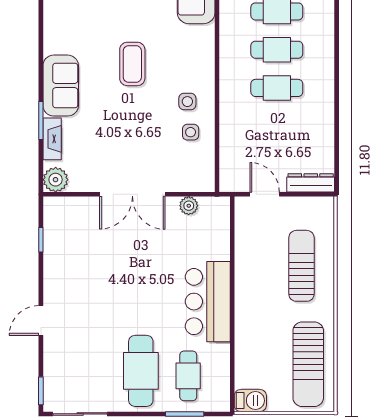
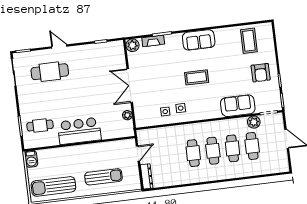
sofa: (61, 86) -> (199, 40), moved
cafe table: (141, 371) -> (50, 72), moved

